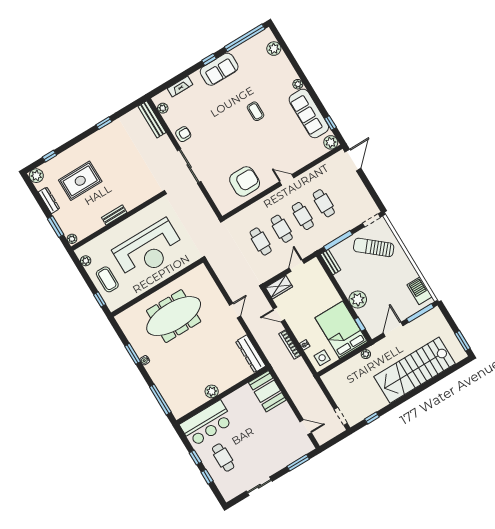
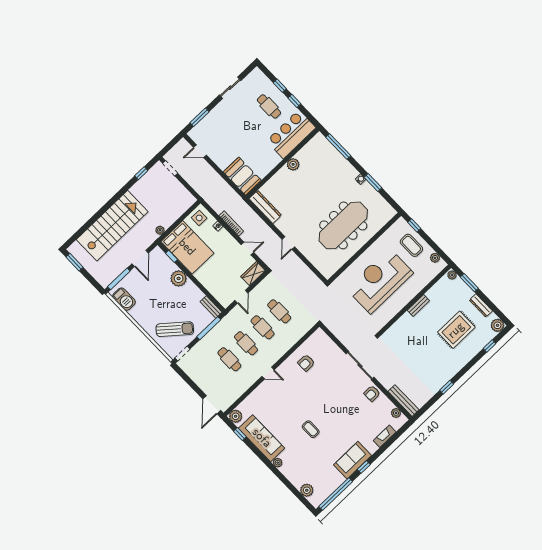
armchair: (245, 181) -> (306, 363), width x0.53, depth x0.53

